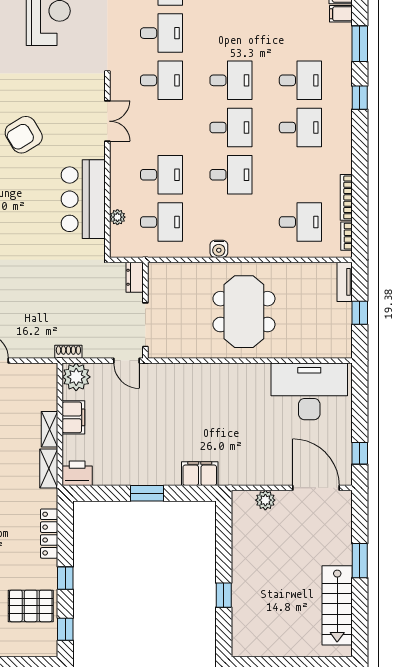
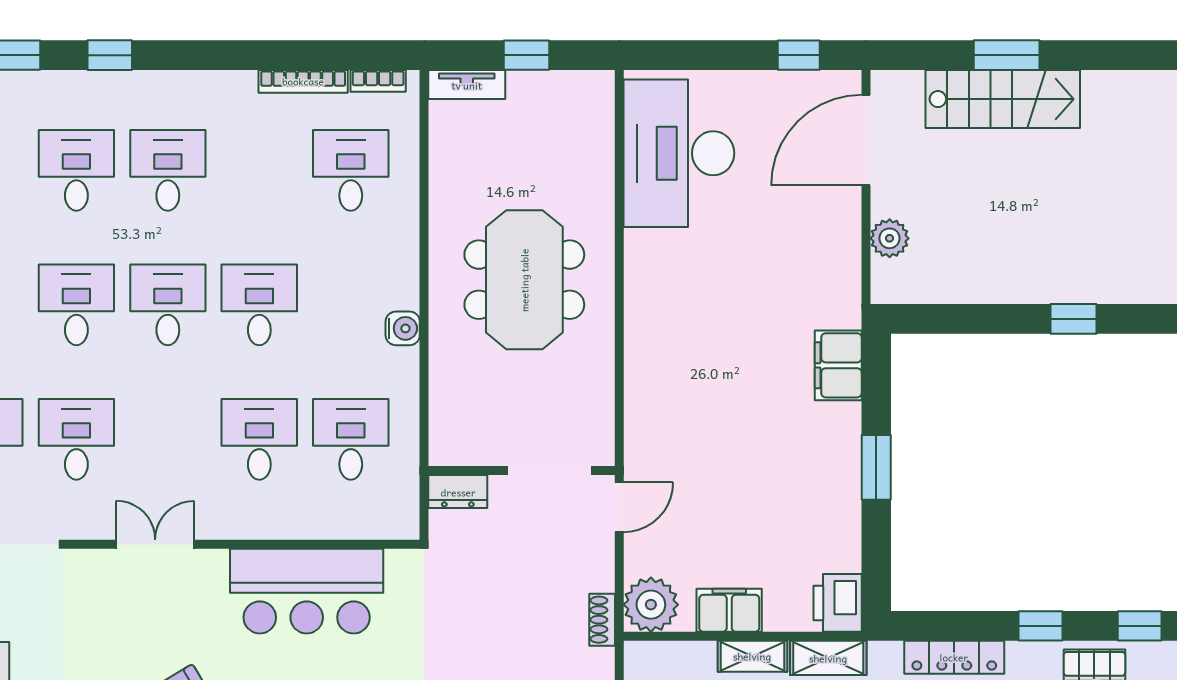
plant: (117, 217) -> (341, 525), removed
meeting table: (244, 312) -> (524, 280), turned 90
stairs: (337, 605) -> (1003, 99), moved

